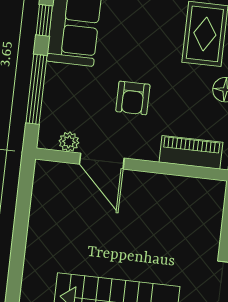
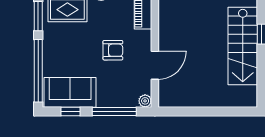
plant: (69, 142) -> (145, 101), moved

